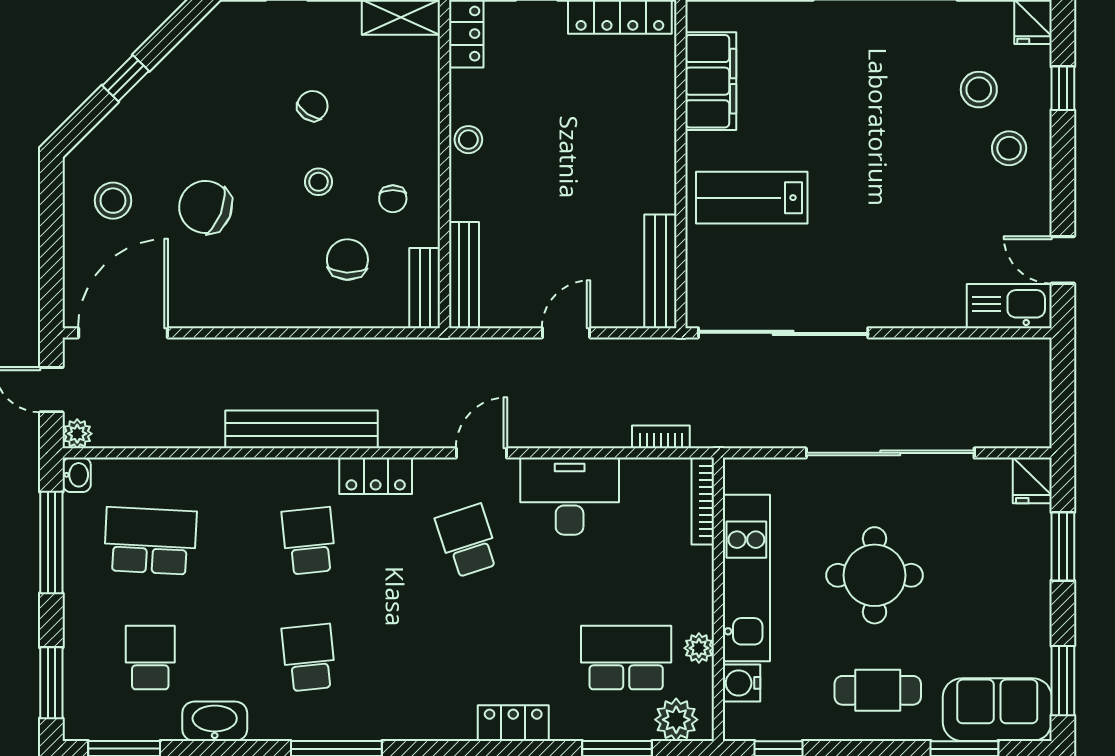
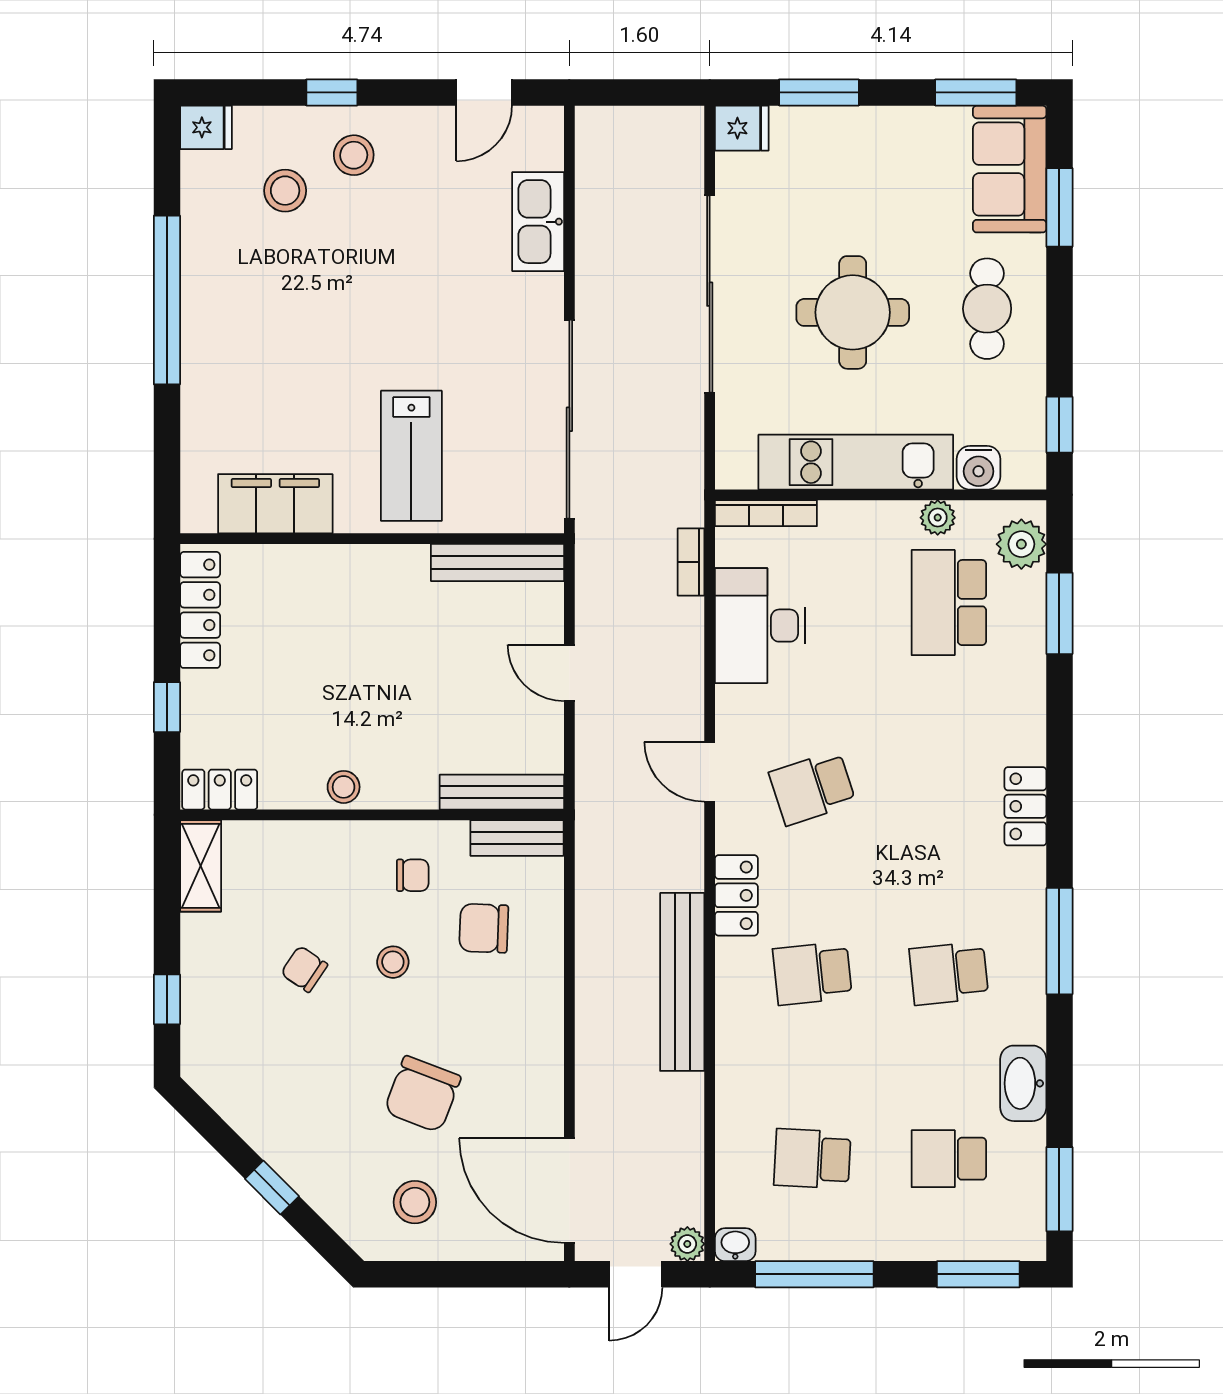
window: (1063, 88) -> (332, 92), moved
kitchen sink: (1009, 306) -> (538, 222), moved
desk: (570, 496) -> (760, 626), moved
school desk: (150, 541) -> (812, 1159), width x0.54
locker: (513, 723) -> (1025, 806), moved

